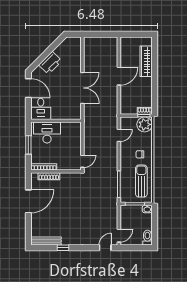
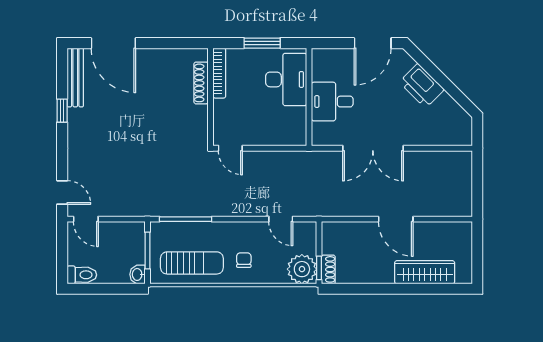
desk: (41, 109) -> (332, 102), moved
door: (28, 201) -> (113, 43), moved

